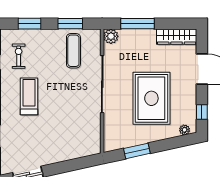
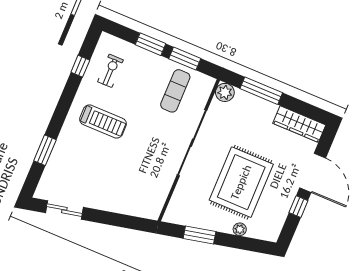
window: (29, 24) -> (150, 44), moved
treadmill: (29, 96) -> (103, 121), turned 90
window: (202, 112) -> (298, 207), moved
plant: (185, 130) -> (240, 229), moved

